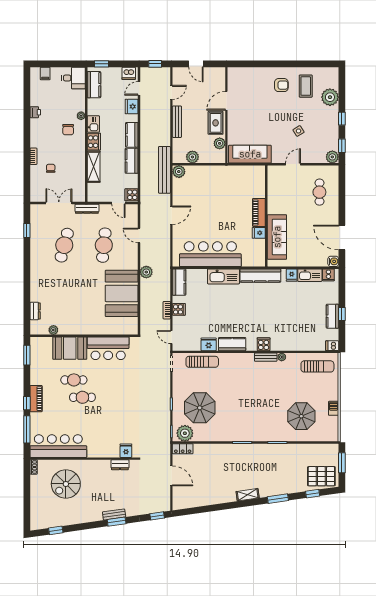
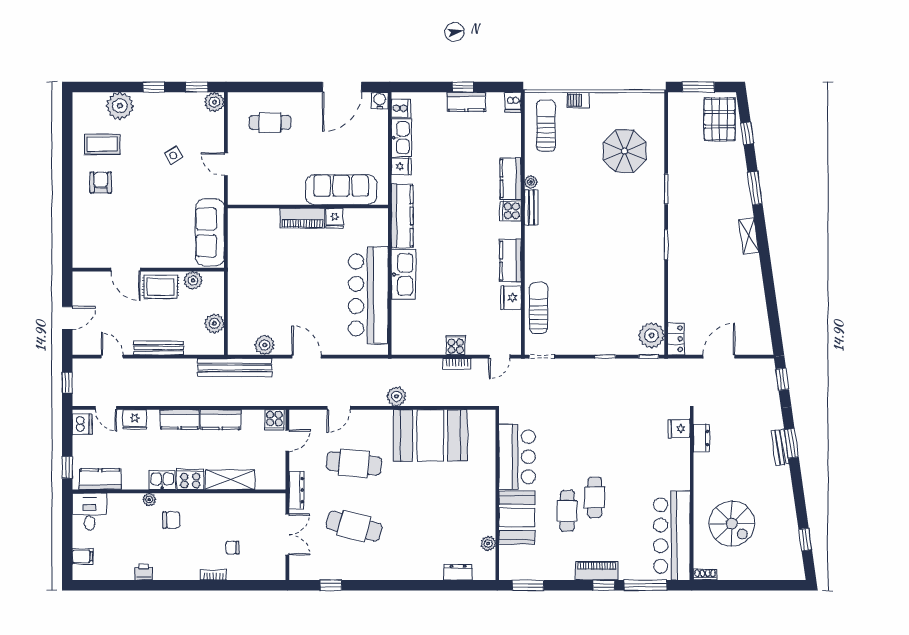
plant: (179, 172) -> (265, 345), moved
double door: (59, 203) -> (287, 535), swing flipped
kitchen counter: (179, 282) -> (511, 179), moved, turned -90
parasol: (200, 408) -> (611, 312), removed
barbecue: (334, 408) -> (578, 100), moved

